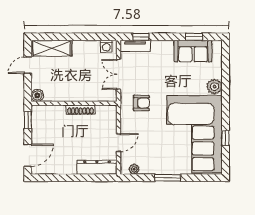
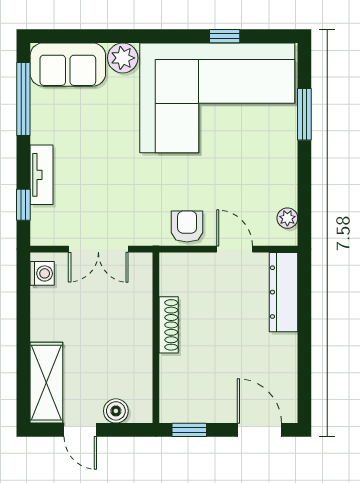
window: (194, 37) -> (23, 99), width x2.17
tv unit: (135, 46) -> (42, 175), moved
sofa: (193, 51) -> (68, 65), moved, turned 90
boiler: (37, 95) -> (116, 411), moved
armchair: (141, 103) -> (187, 226), moved
window: (168, 178) -> (304, 114), moved

